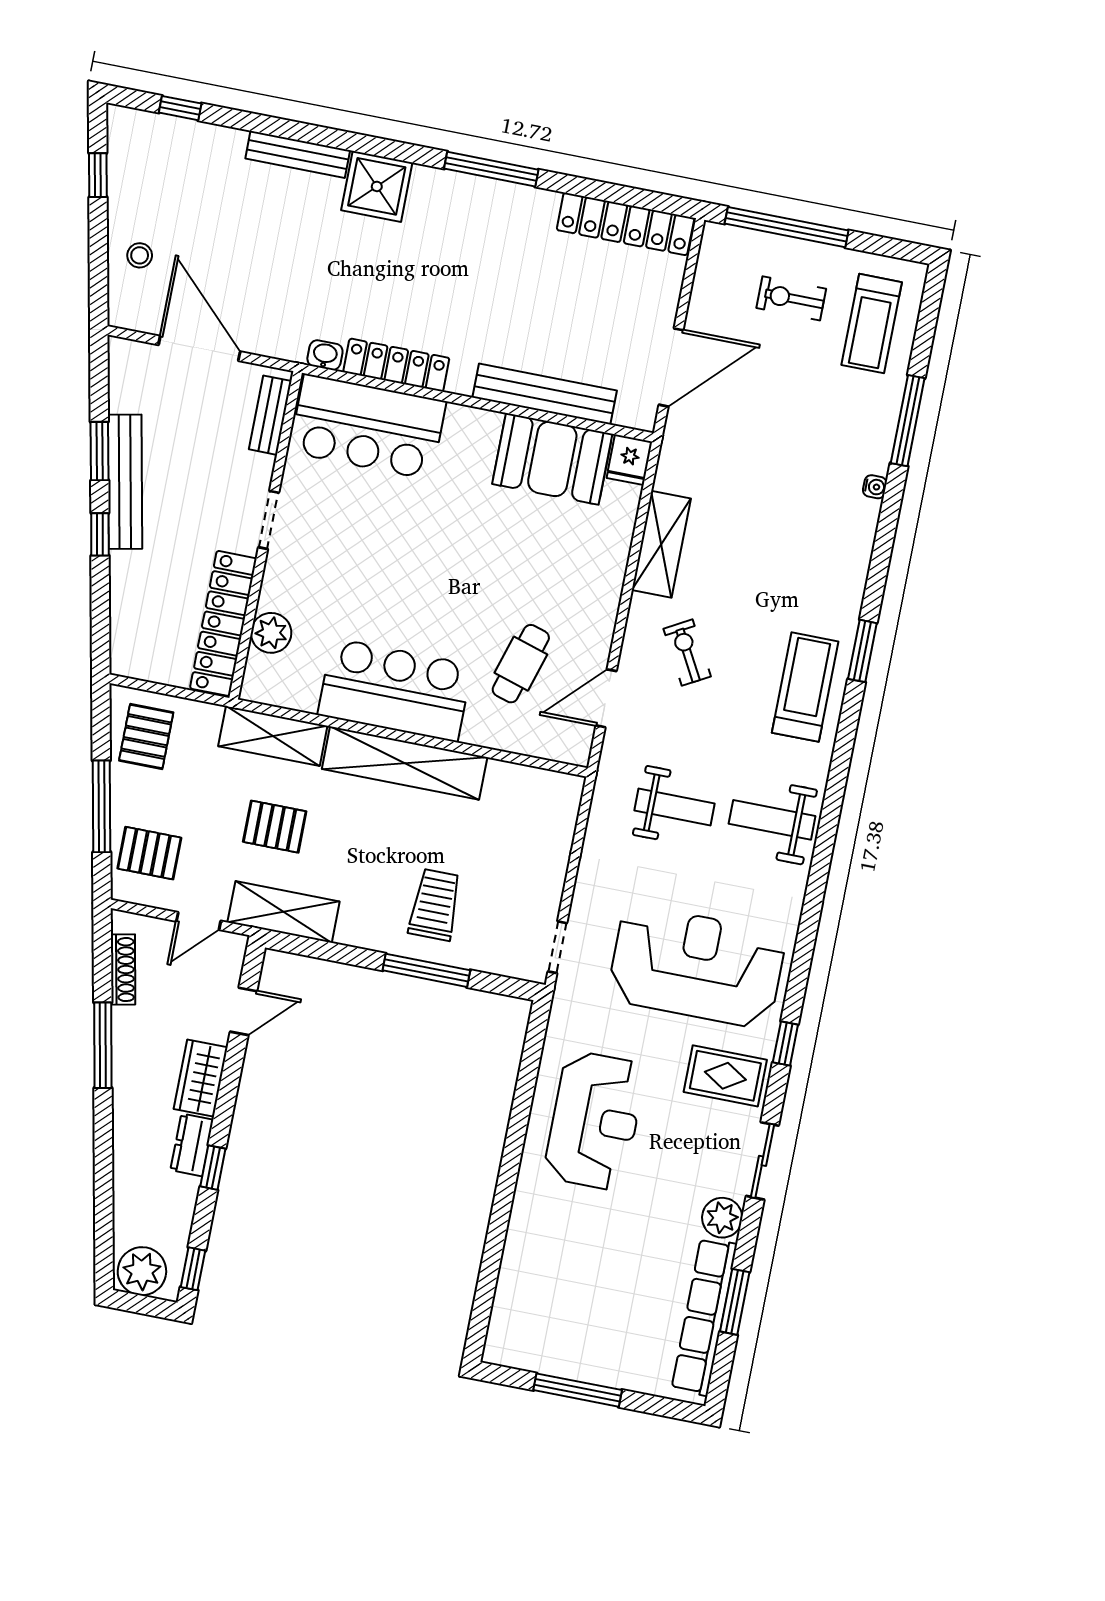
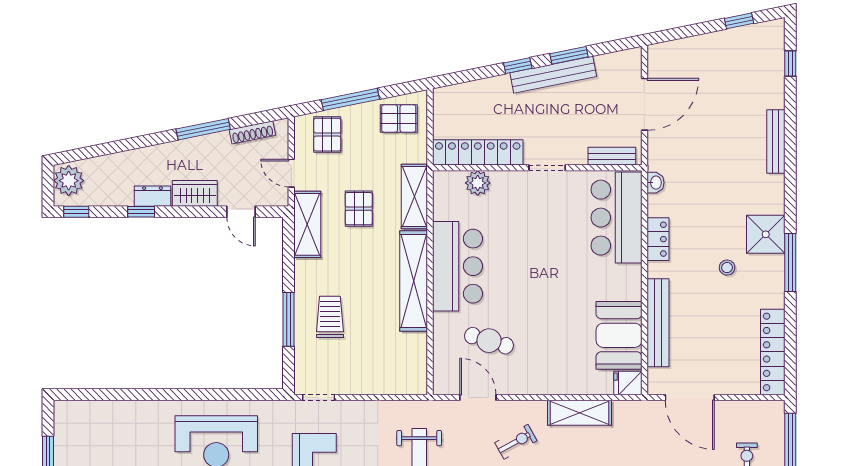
shower: (377, 186) -> (766, 234), moved
stool: (140, 255) -> (727, 268), moved
locker: (396, 365) -> (658, 239), width x0.66
trolley: (435, 905) -> (330, 317), turned -90

